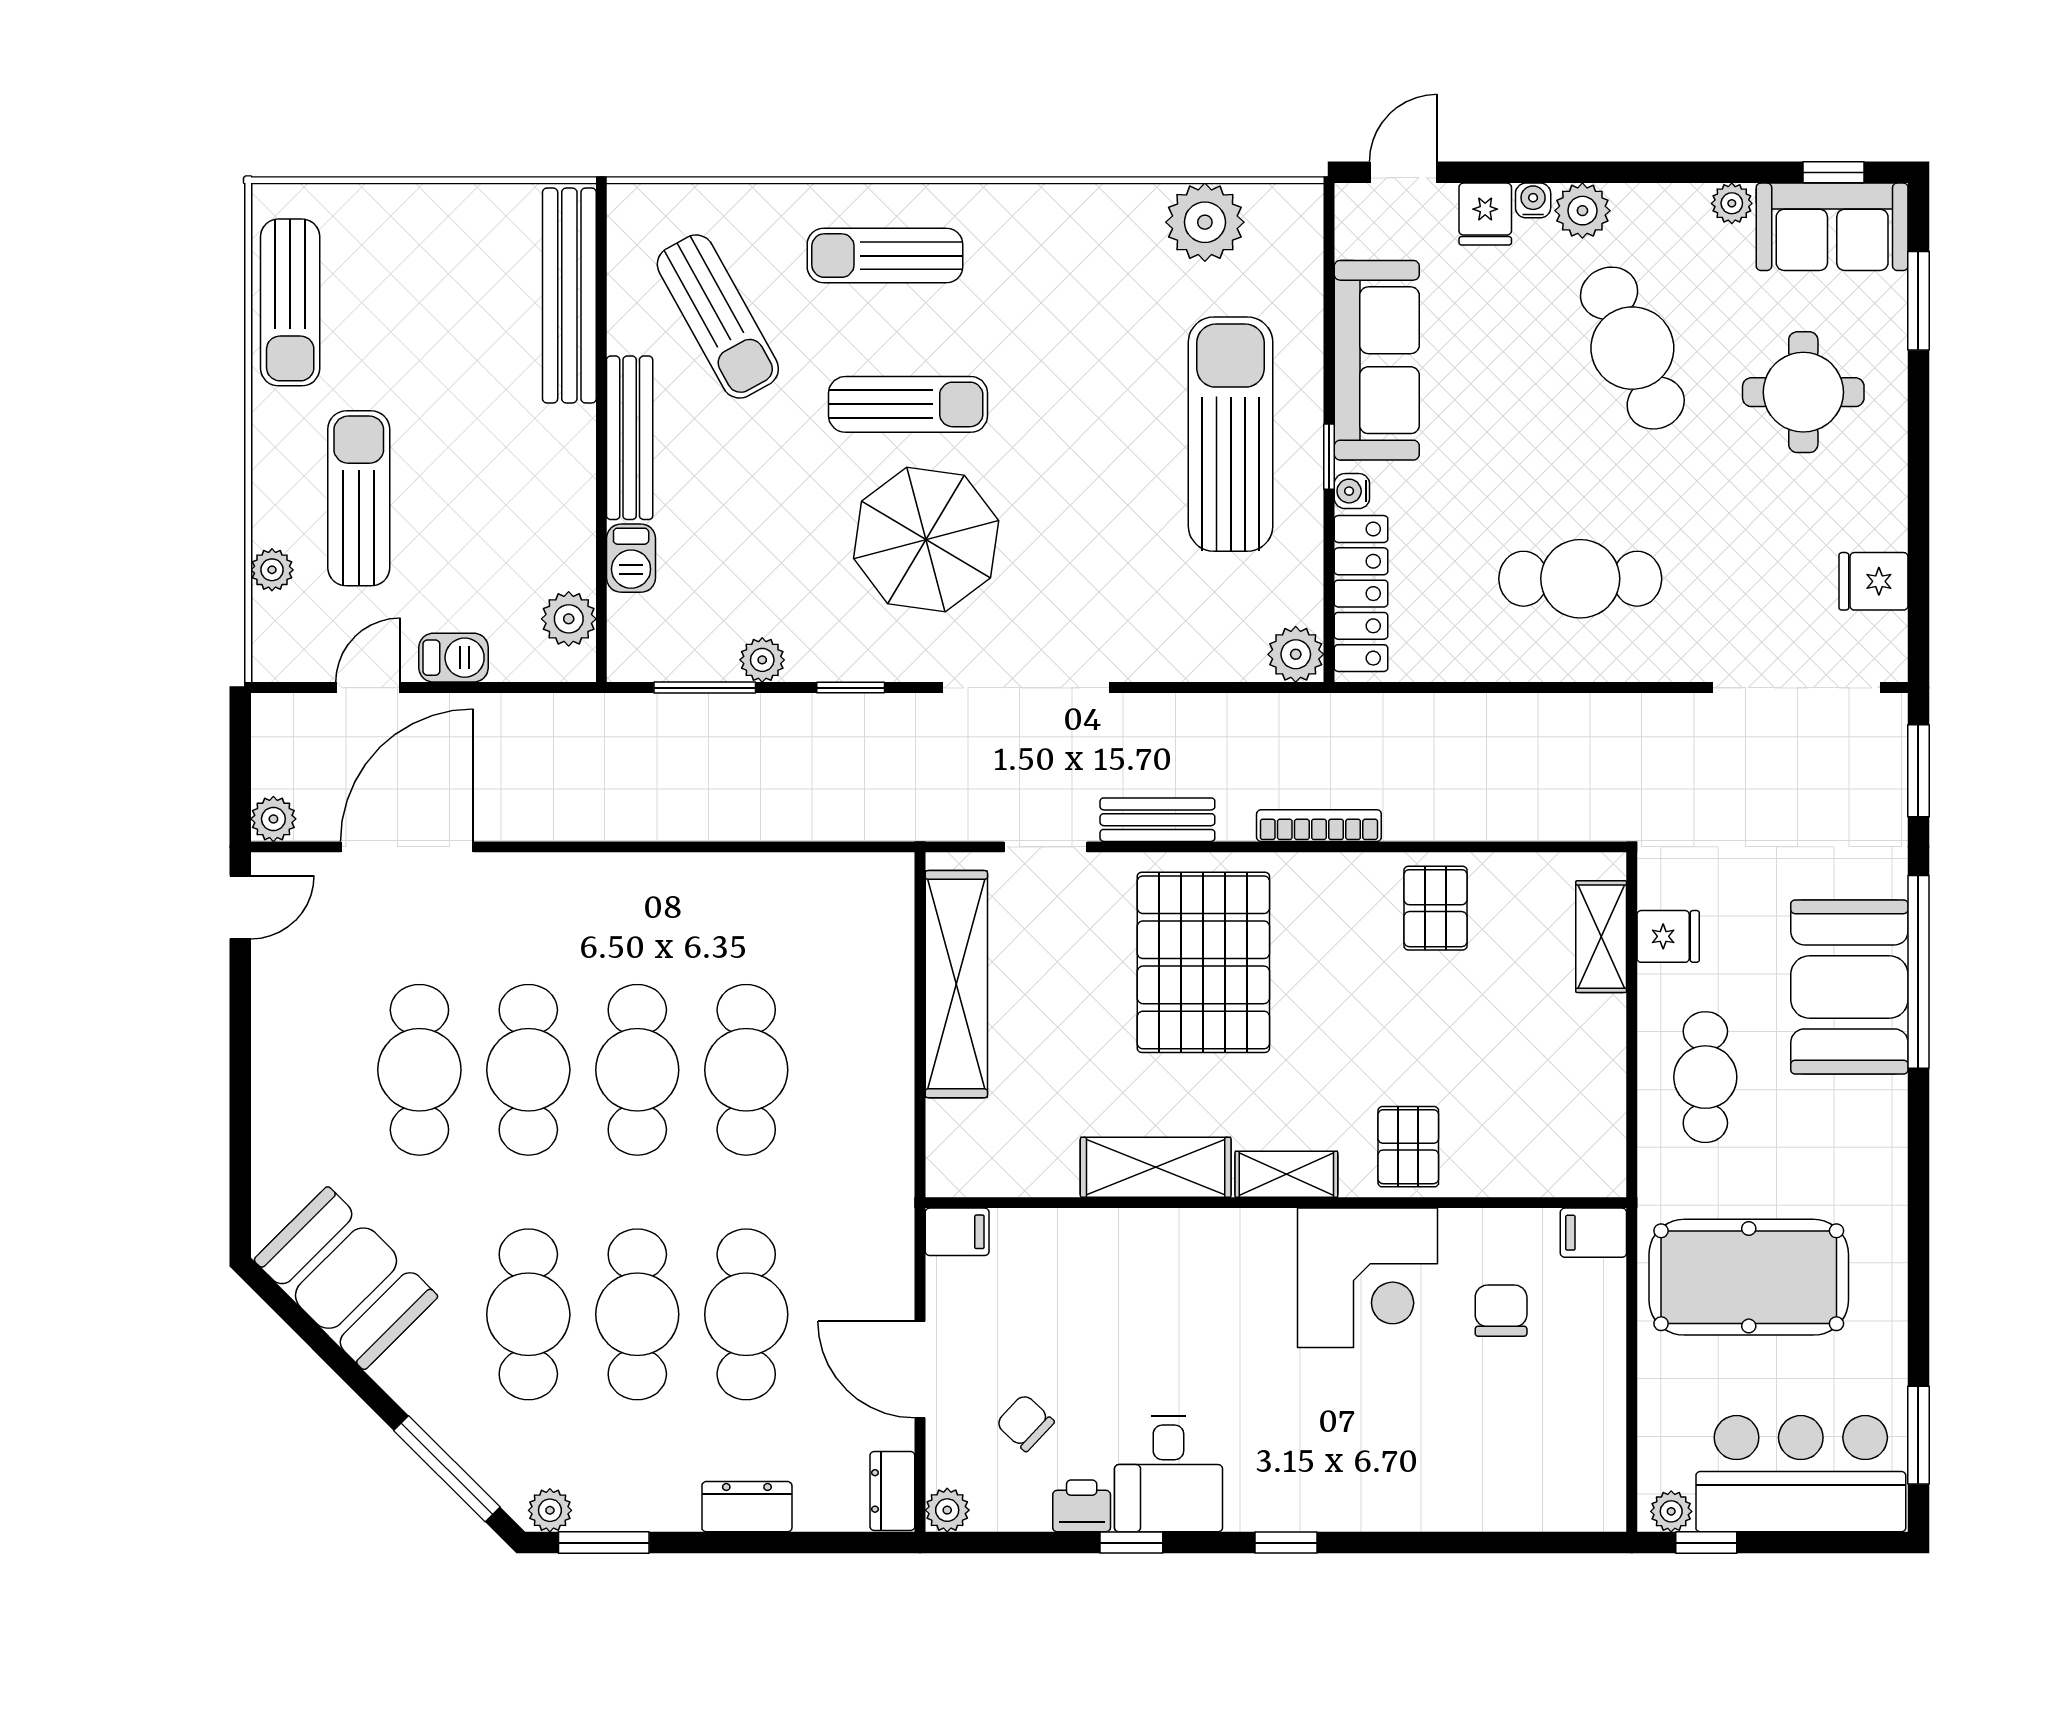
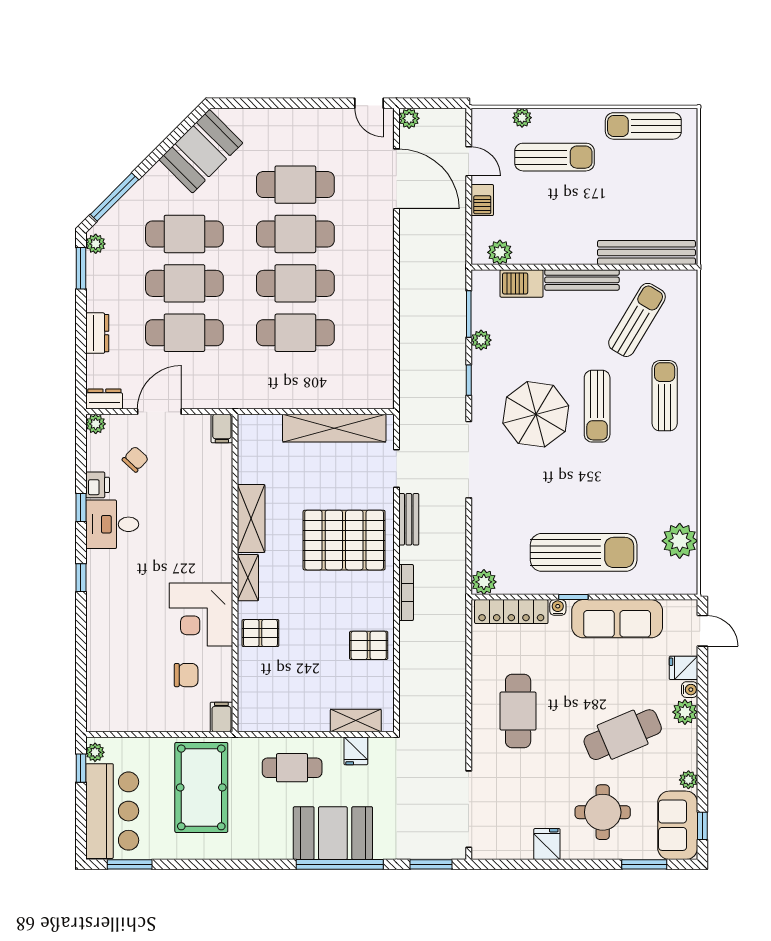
sun lounger: (718, 316) -> (637, 320), turned 150
barbecue: (631, 558) -> (522, 283), width x1.38, depth x1.27
fridge: (1873, 581) -> (547, 844), moved

